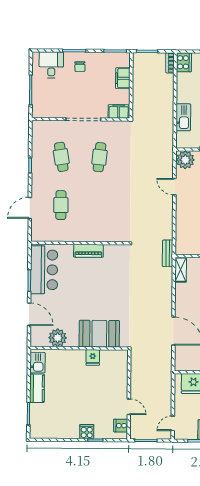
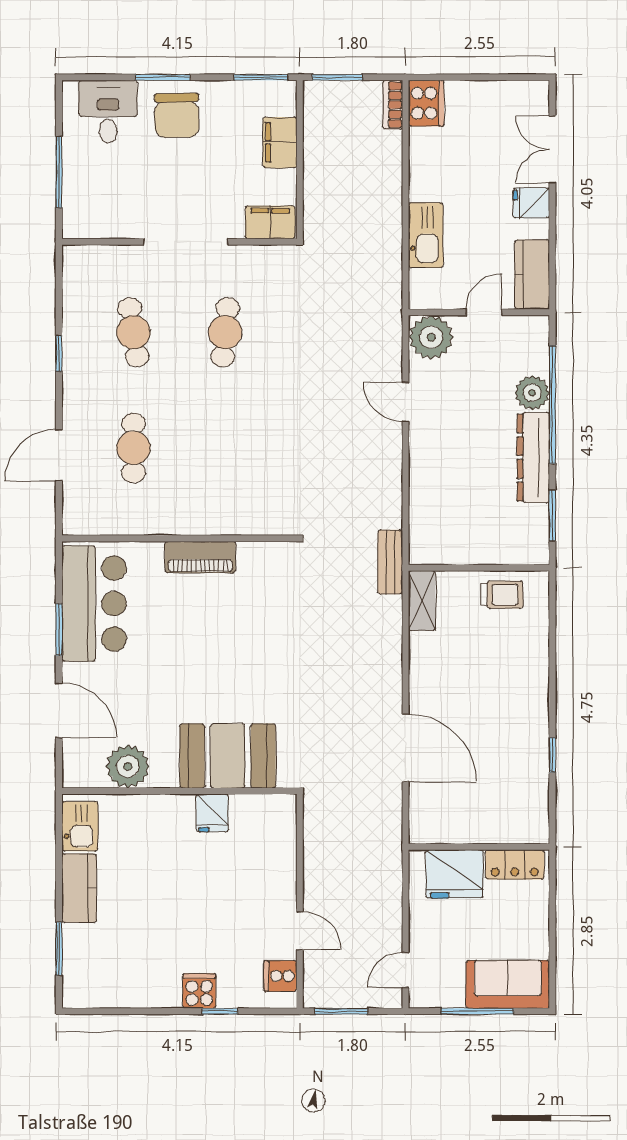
chair: (80, 67) -> (177, 115), width x1.87, depth x1.87

